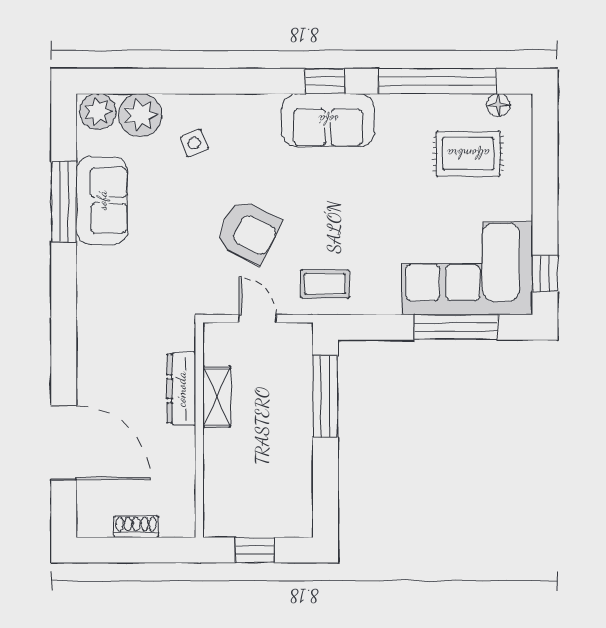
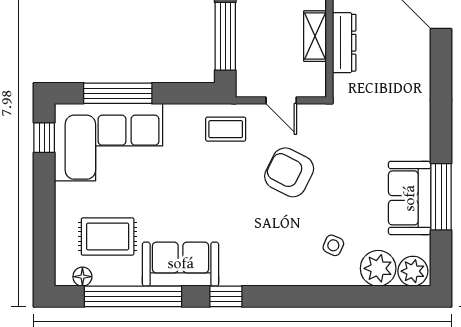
sofa: (328, 120) -> (181, 264), moved
side table: (194, 143) -> (333, 245), turned 45

